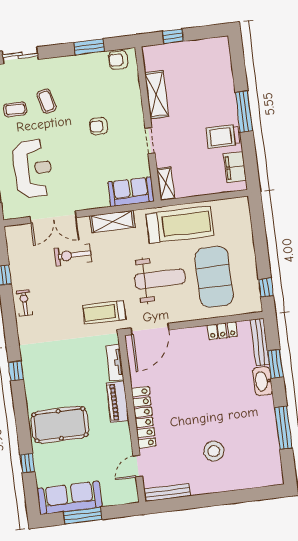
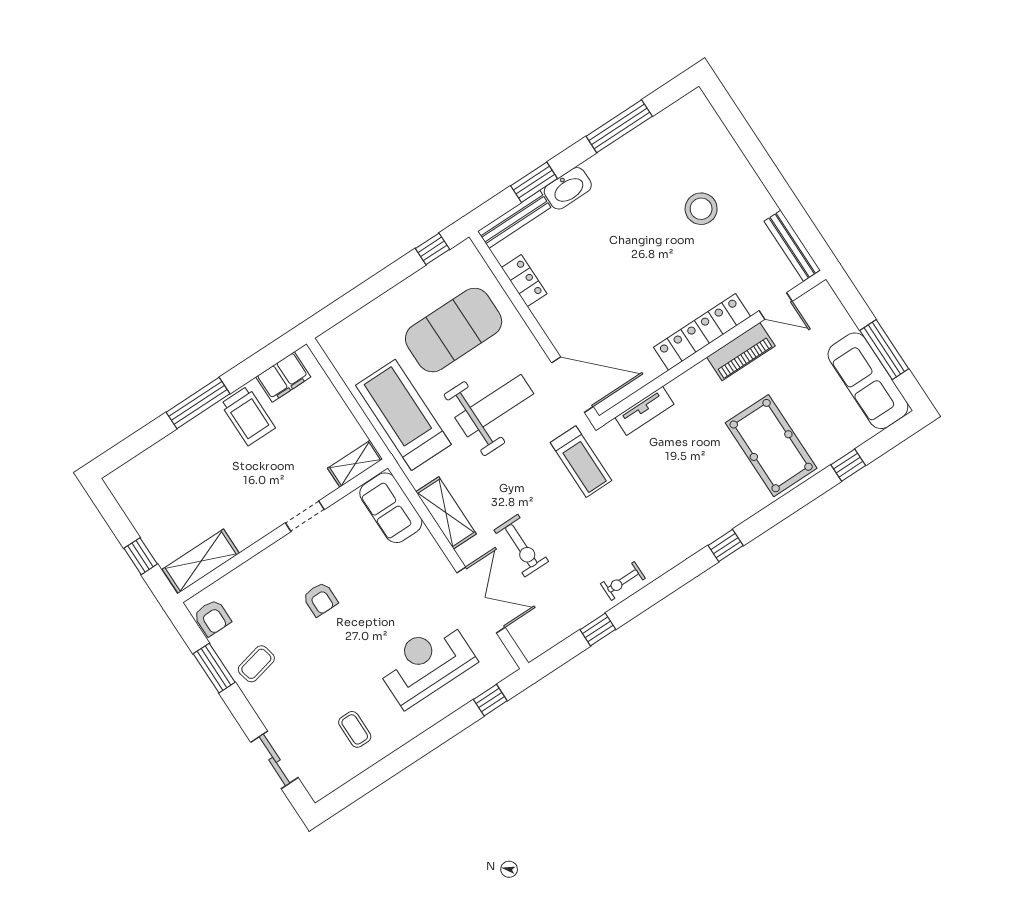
shelving: (157, 95) -> (201, 561), moved
coffee table: (46, 101) -> (256, 664), moved
weight bench: (160, 279) -> (494, 406), turned 90
piano: (118, 402) -> (741, 352), moved

